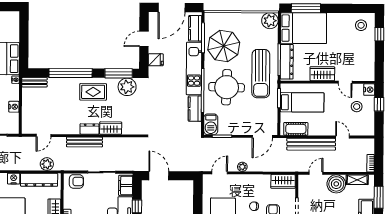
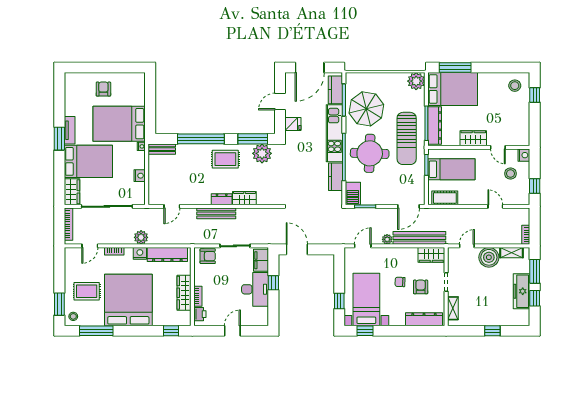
window: (379, 104) -> (535, 186), moved
bench: (311, 144) -> (419, 238), moved
plant: (47, 164) -> (141, 237), moved

